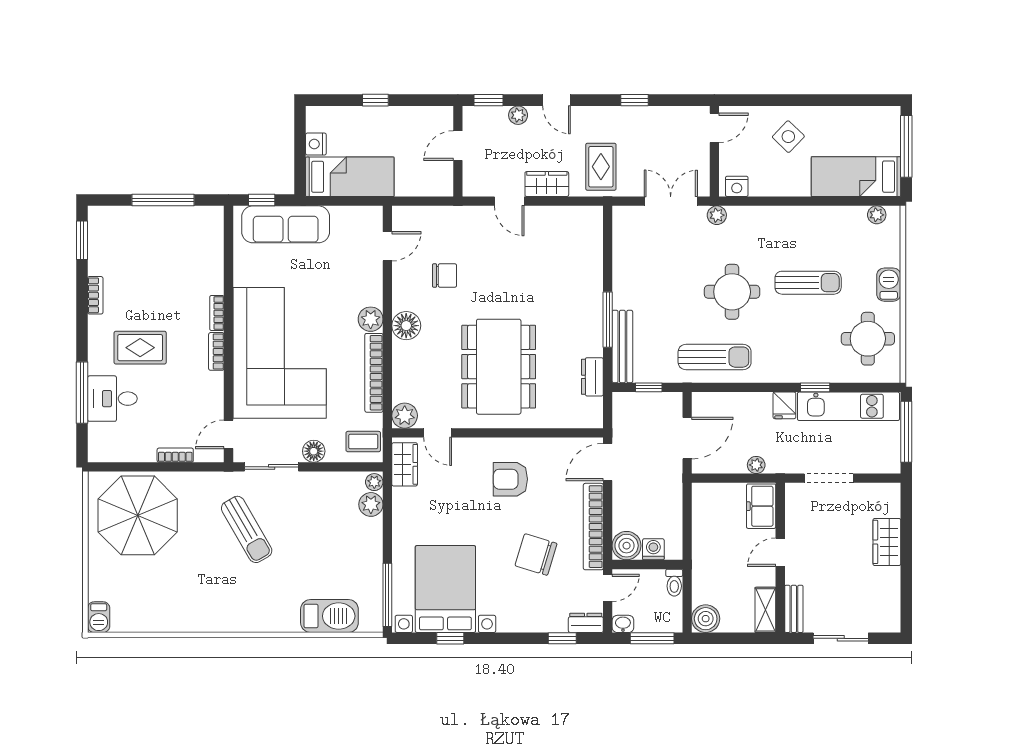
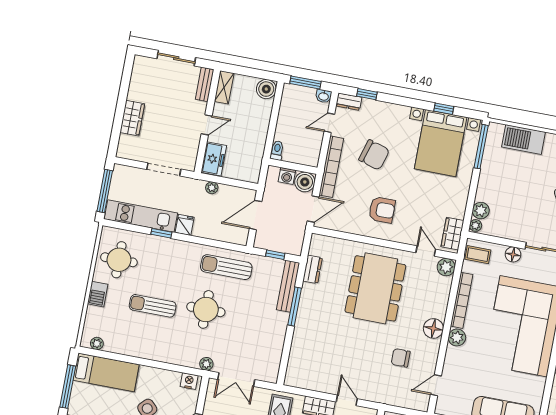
boiler: (627, 546) -> (305, 182), moved
washing machine: (653, 549) -> (287, 176), moved
wall: (647, 564) -> (293, 166), moved
toilet: (674, 583) -> (277, 150), moved

